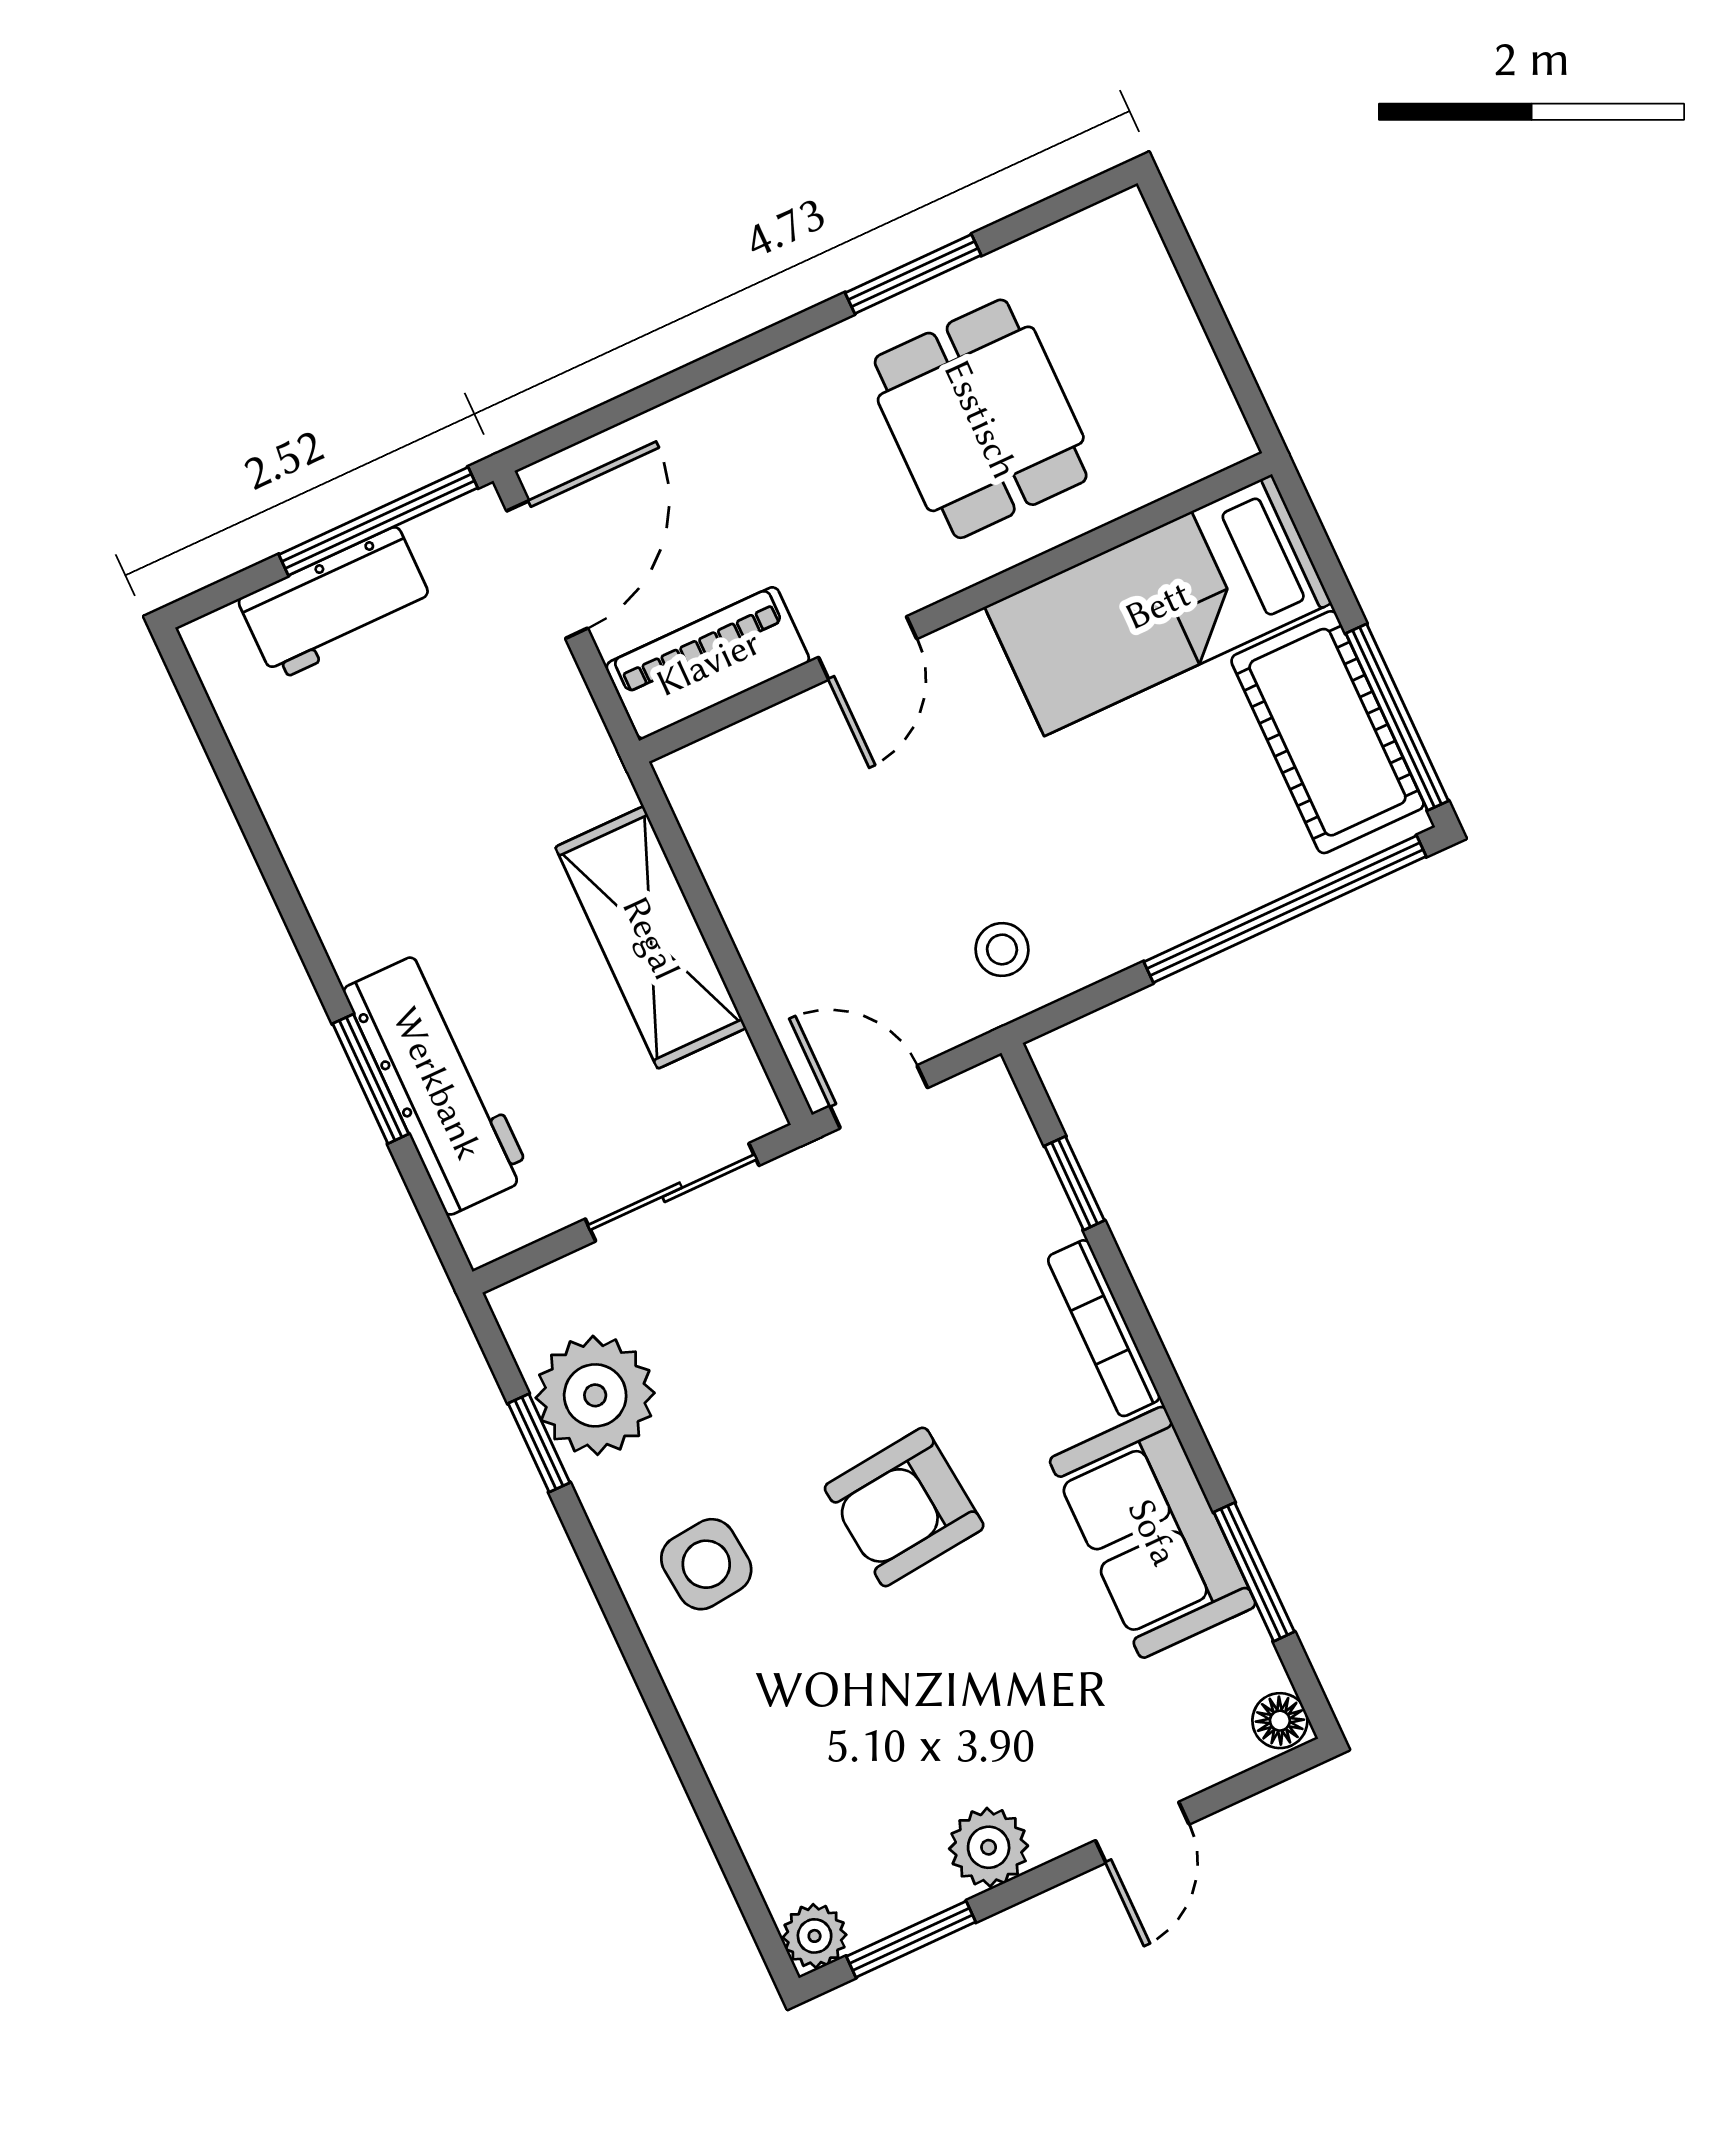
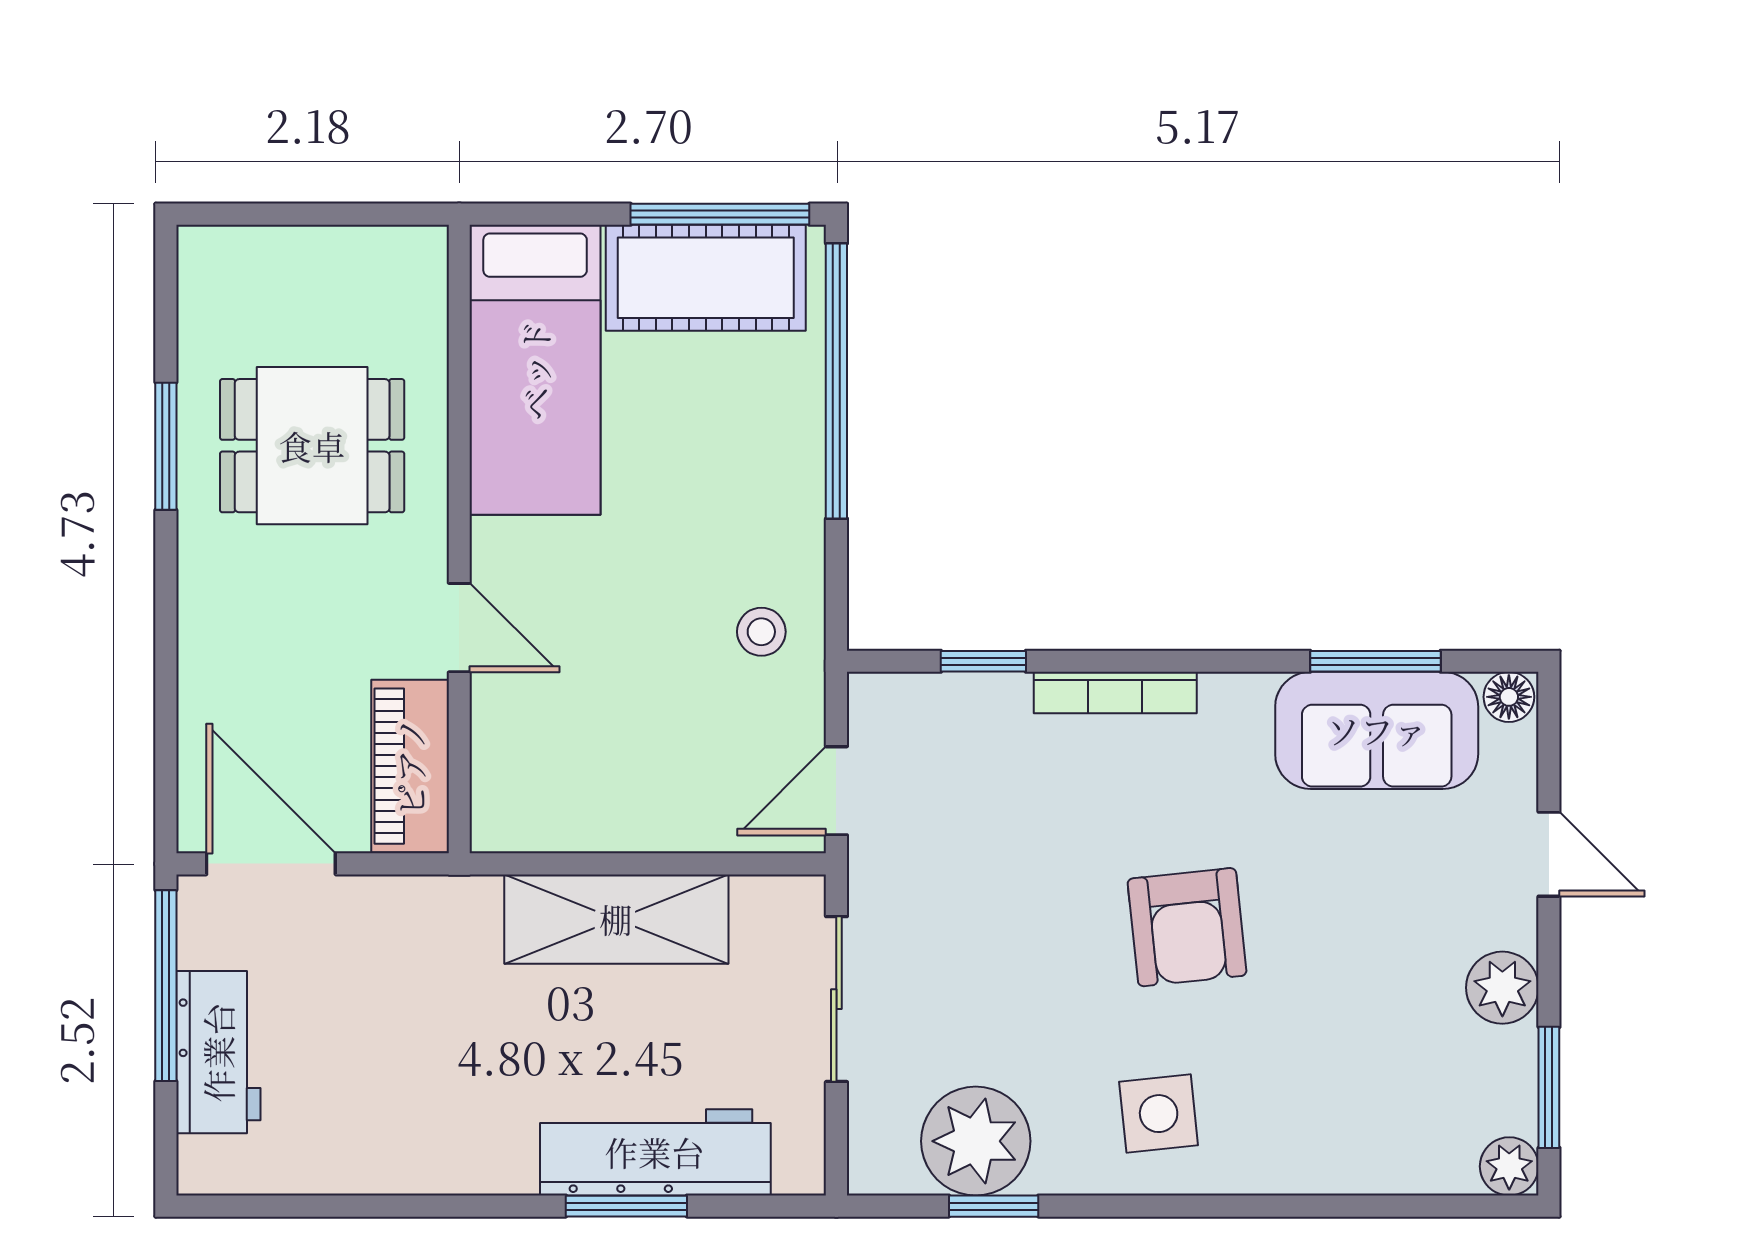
sofa: (1153, 1532) -> (1377, 730), moved

